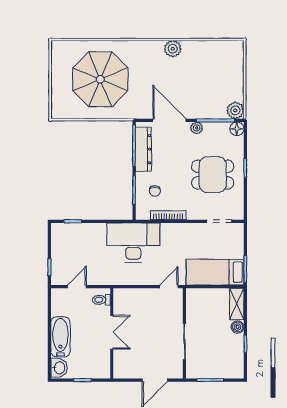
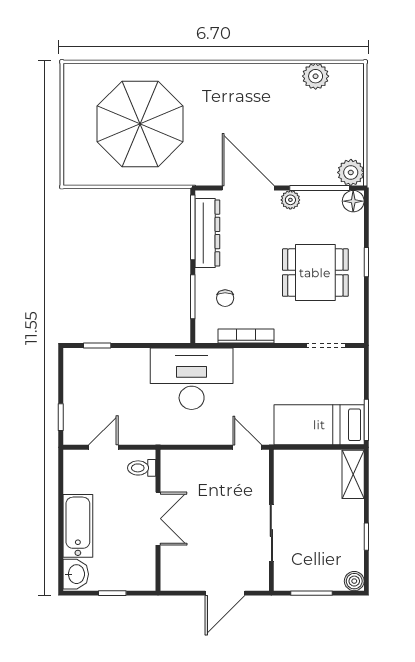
plant: (173, 49) -> (316, 76), moved
door: (169, 287) -> (247, 447), hinge flipped
boiler: (238, 327) -> (354, 581), moved

